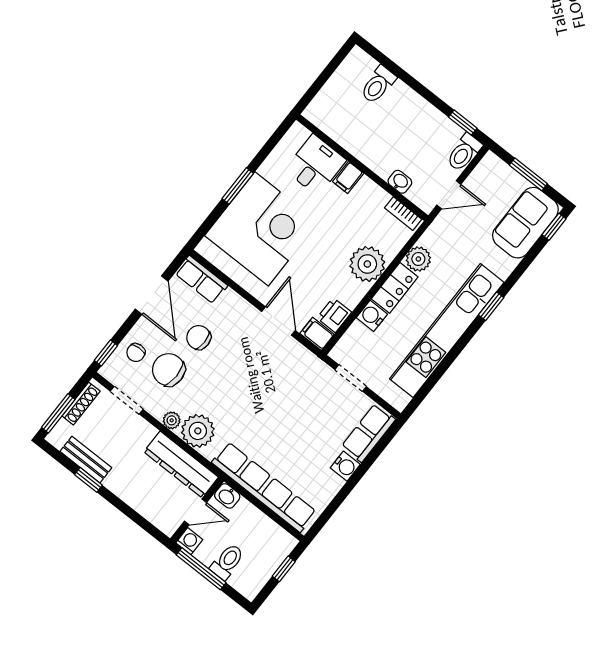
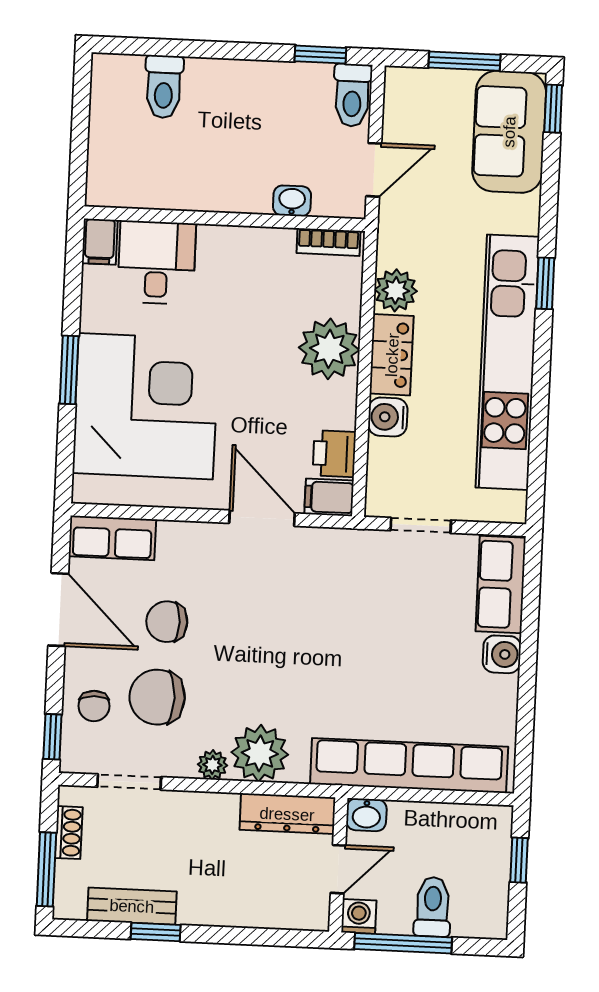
filing cabinet: (348, 177) -> (100, 242), moved
shoe rack: (81, 404) -> (69, 833), width x0.70
dresser: (181, 465) -> (287, 814), width x0.73, depth x0.80

